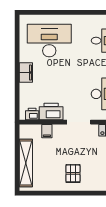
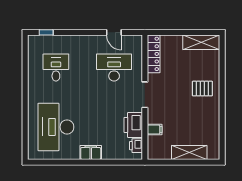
shelving: (26, 163) -> (189, 152), width x0.68
pallet: (73, 173) -> (202, 89), moved

